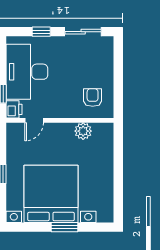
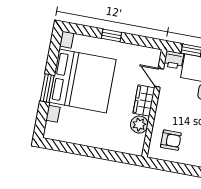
wardrobe: (59, 131) -> (144, 101), added

